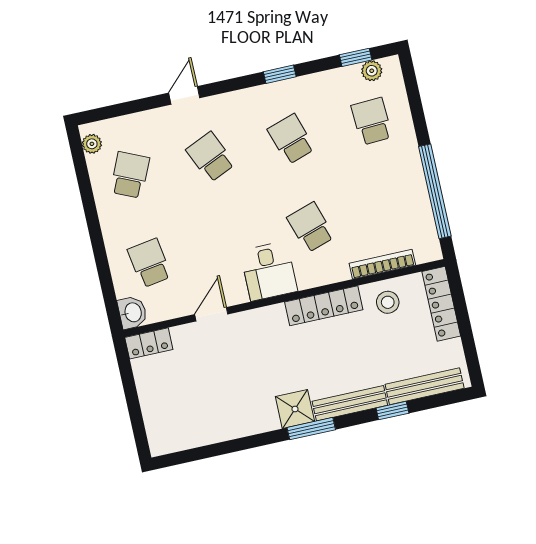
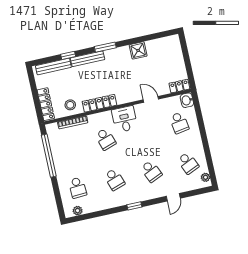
window: (356, 57) -> (85, 217), removed
window: (280, 74) -> (134, 206), moved
door: (184, 95) -> (173, 197), moved
school desk: (130, 175) -> (188, 163), turned -48
door: (211, 314) -> (151, 99), swing flipped
shower: (295, 409) -> (138, 50), moved

